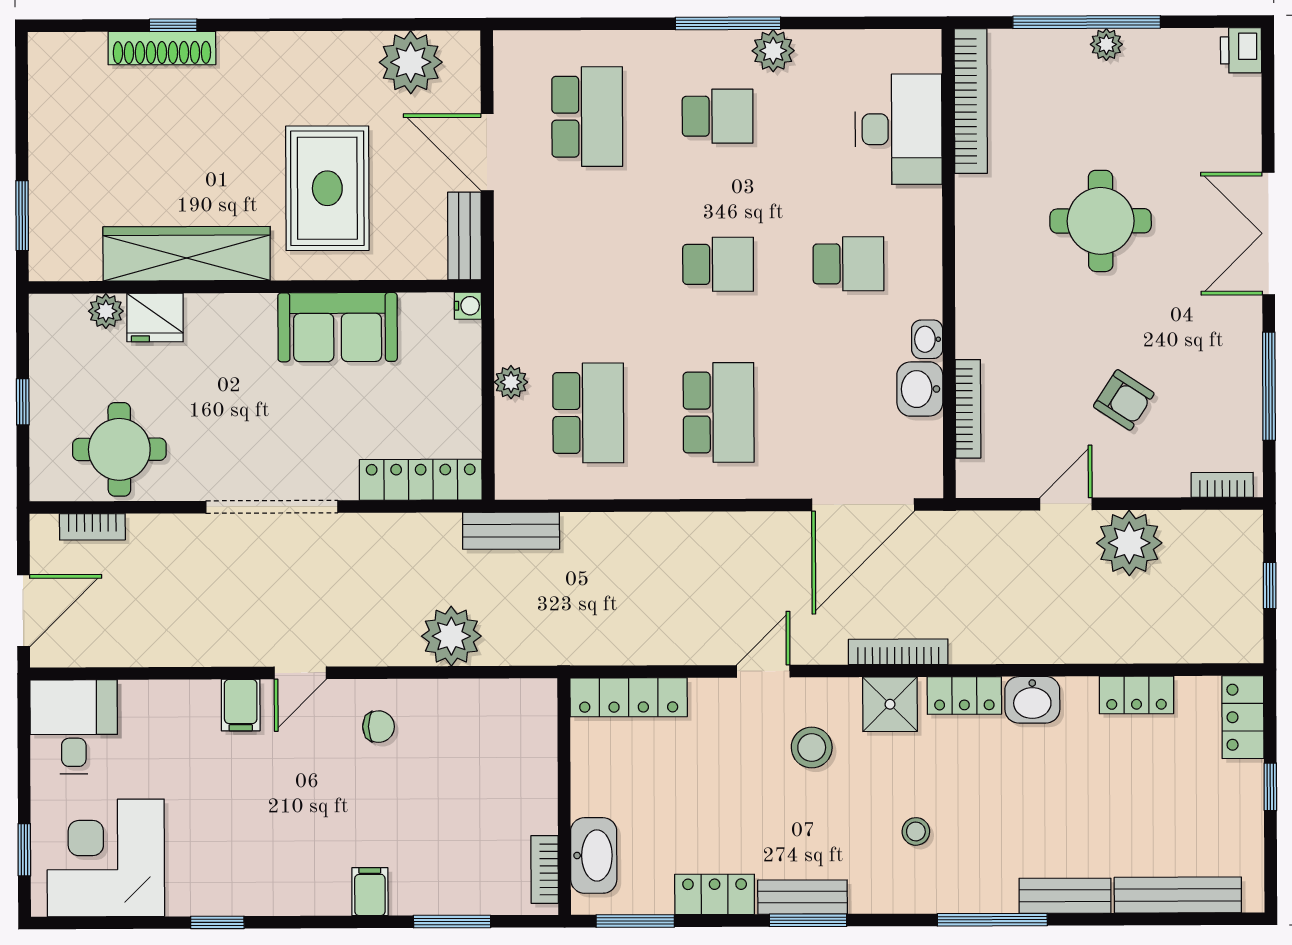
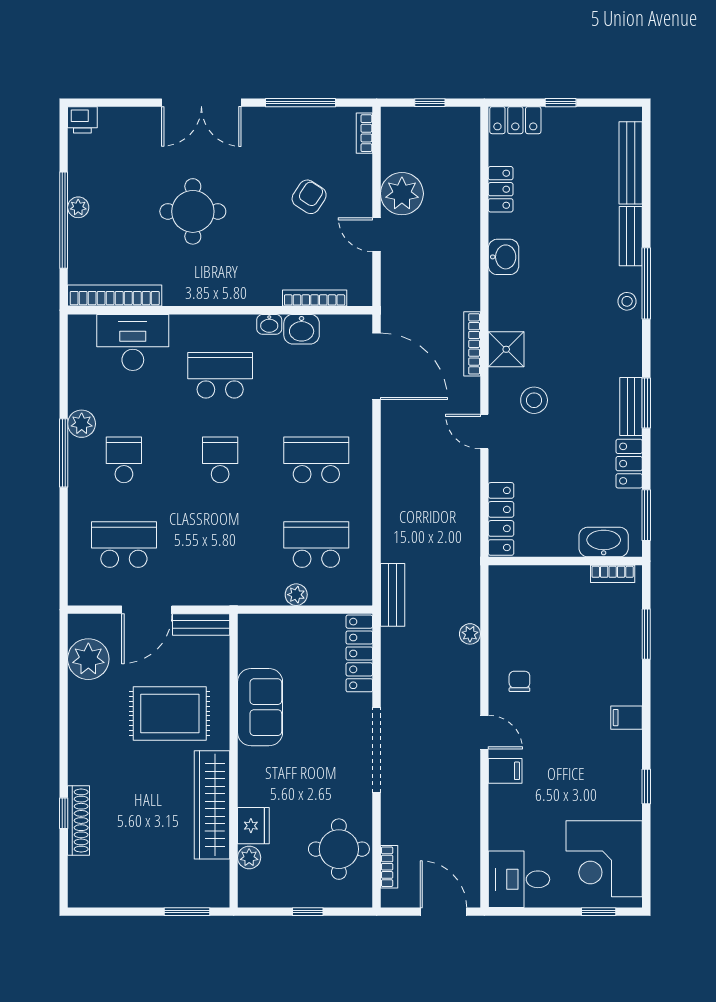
school desk: (848, 264) -> (220, 375), width x1.85
water cooler: (468, 306) -> (246, 622), removed
plant: (451, 636) -> (470, 634), width x0.53, depth x0.53
locker: (964, 696) -> (501, 301), removed
stool: (916, 831) -> (627, 301), moved
filing cabinet: (370, 892) -> (627, 718), moved

